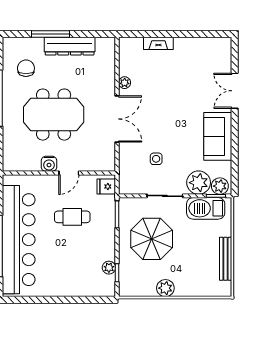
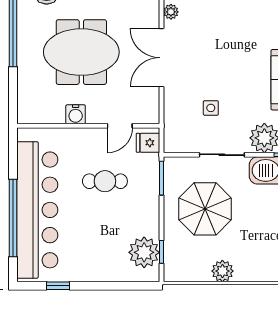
double door: (117, 119) -> (161, 58), swing flipped
door: (69, 173) -> (120, 126), moved
plant: (109, 268) -> (144, 252), width x1.88, depth x1.88
window: (35, 300) -> (58, 286), added

